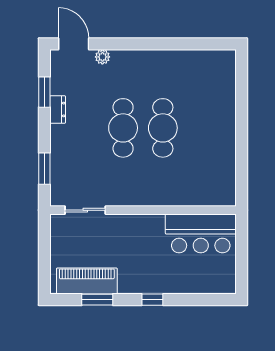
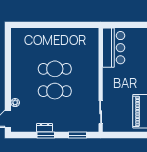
window: (44, 92) -> (46, 135), moved

